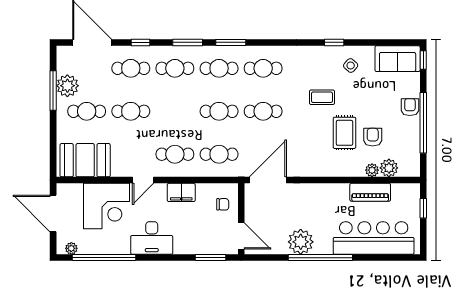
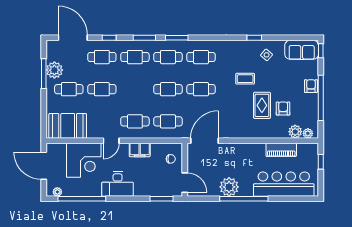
plant: (372, 170) -> (308, 133), moved

